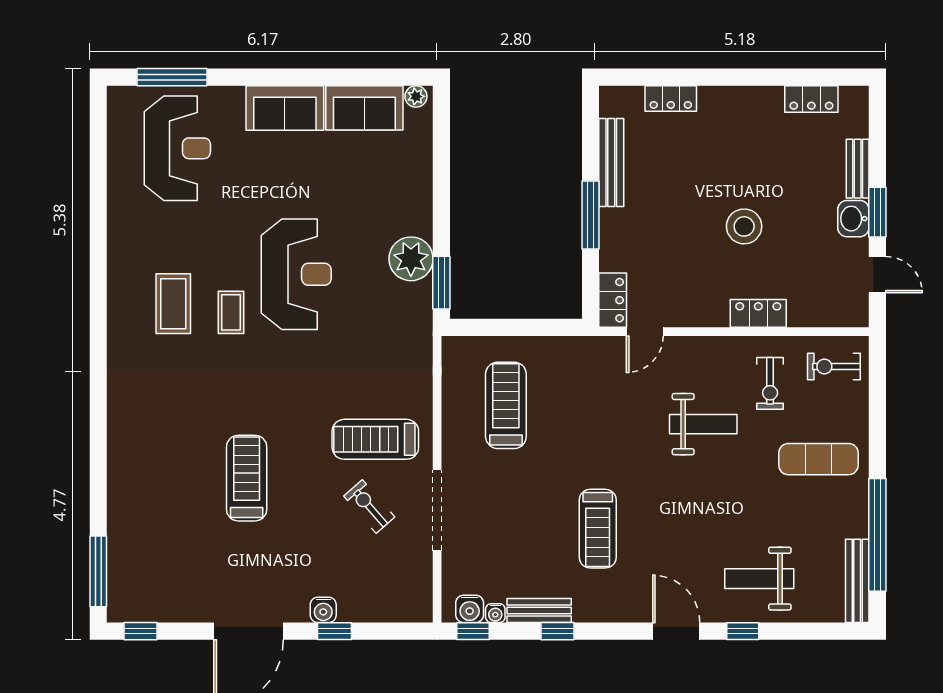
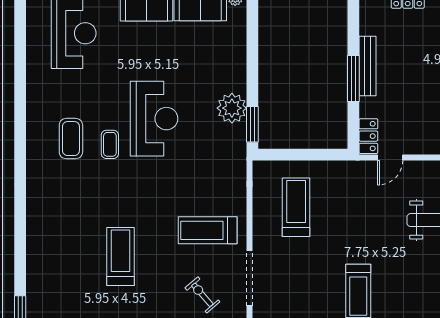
bench: (611, 163) -> (367, 66), moved
exercise bike: (369, 506) -> (202, 295), moved

